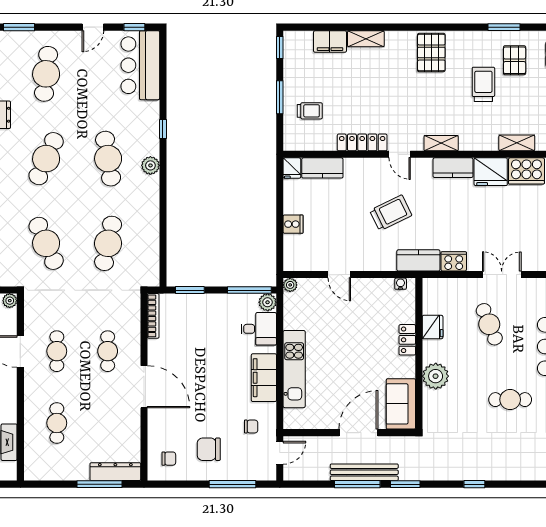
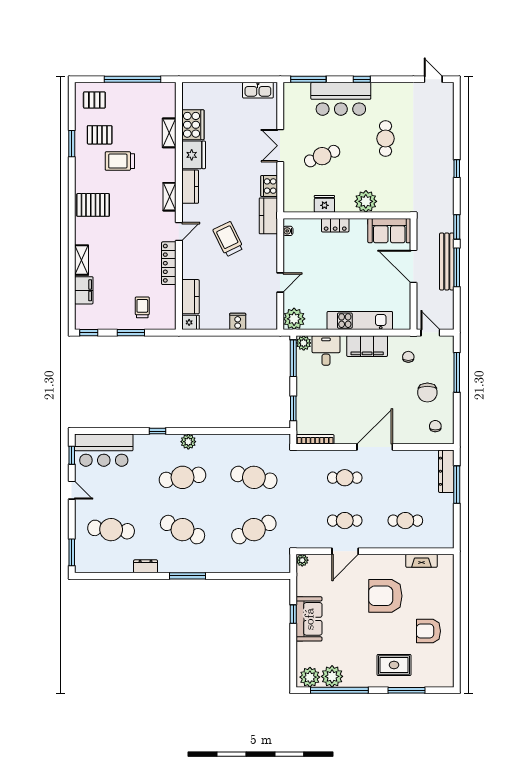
plant: (290, 285) -> (294, 319), width x1.88, depth x1.88

